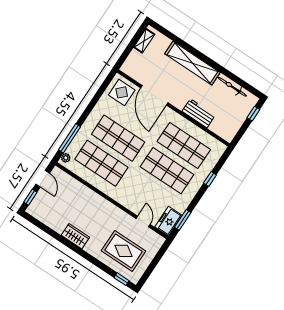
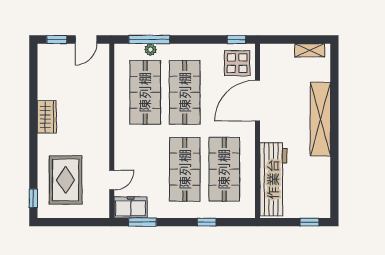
window: (106, 83) -> (236, 40), added
bicycle: (232, 87) -> (323, 180), removed
workbench: (199, 113) -> (273, 179), width x1.88, depth x1.32
plant: (66, 158) -> (150, 50), moved

